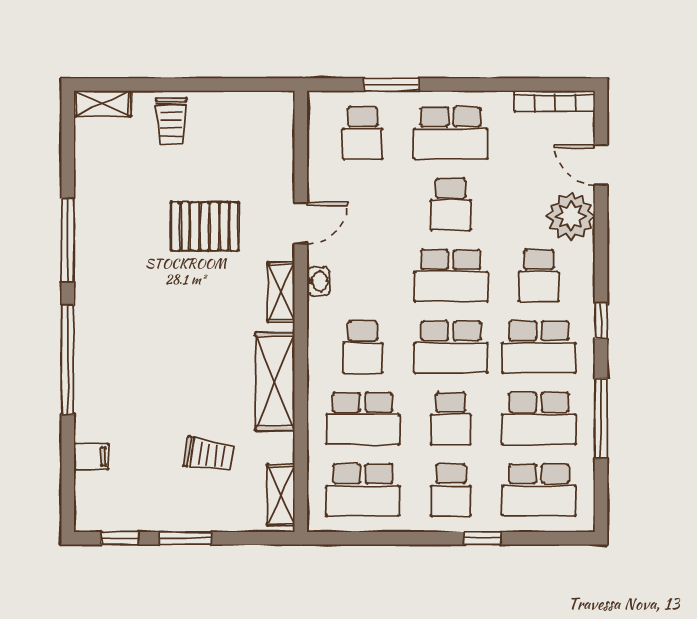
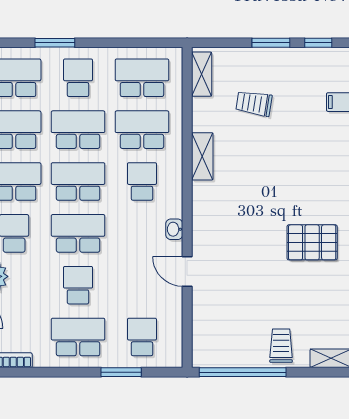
window: (224, 85) -> (243, 372), added
door: (301, 223) -> (187, 271), hinge flipped
pallet: (205, 226) -> (312, 242), moved
shelving: (281, 292) -> (201, 221), removed
shelving: (275, 382) -> (202, 156), width x0.67, depth x0.75
school desk: (451, 418) -> (78, 130), width x1.85
window: (483, 538) -> (55, 43), width x1.50

